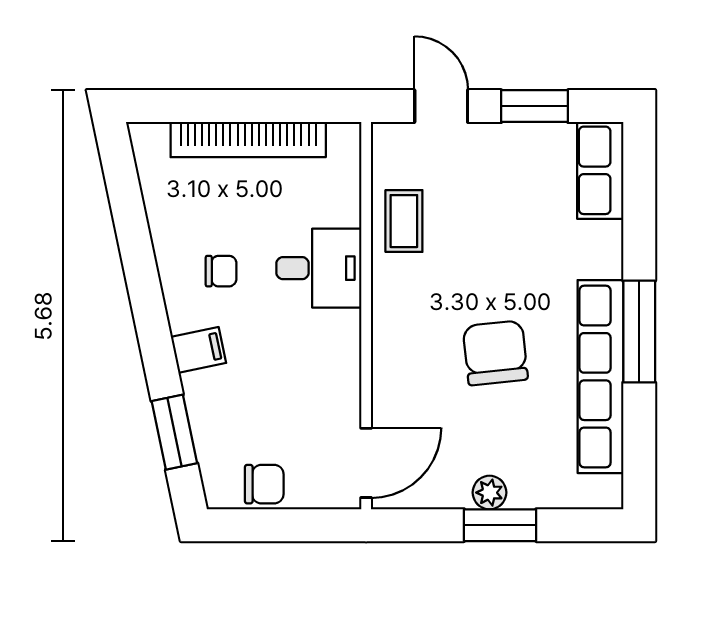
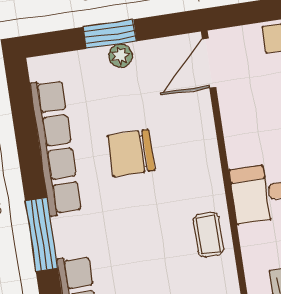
window: (639, 332) -> (42, 235), moved
chair: (495, 353) -> (131, 153), turned 96

